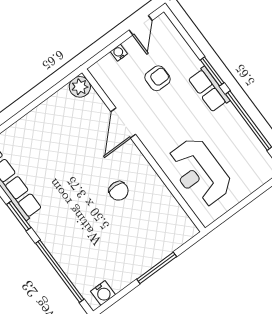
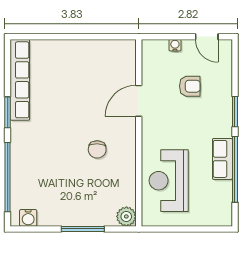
door: (141, 25) -> (207, 37), hinge flipped
plant: (80, 87) -> (126, 216), moved
row of seats: (209, 89) -> (222, 159), moved

